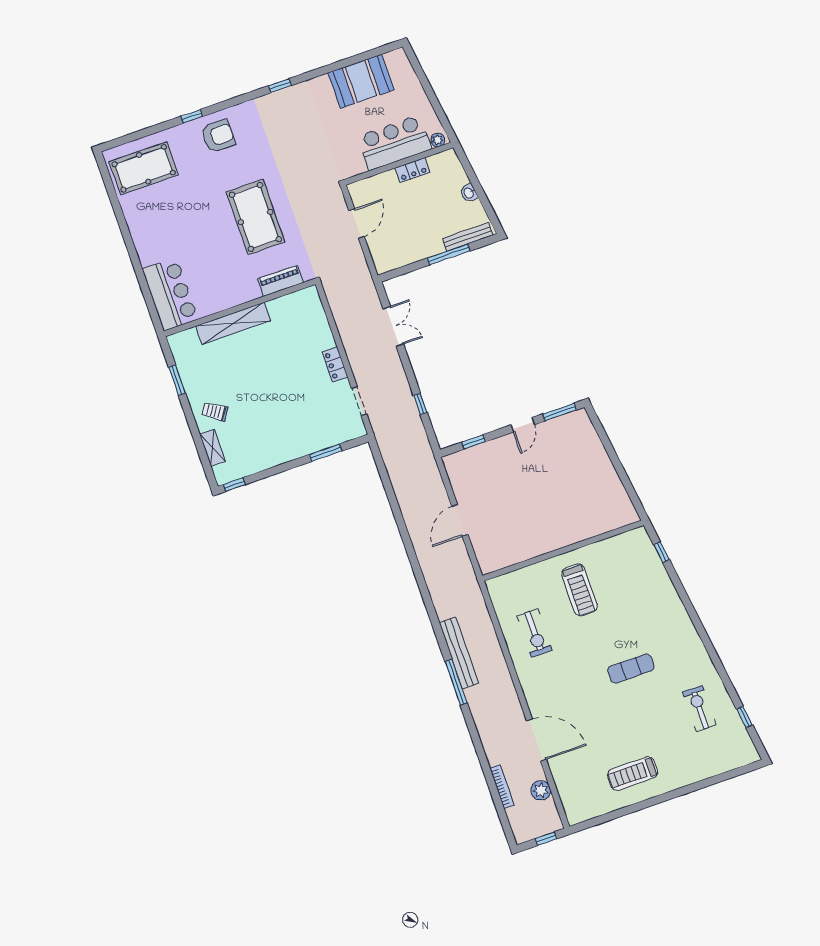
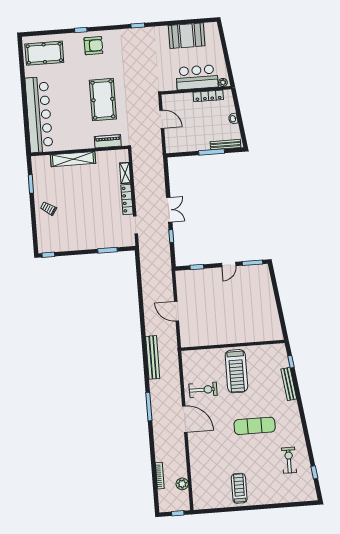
locker: (412, 170) -> (208, 96), width x1.53
door: (357, 223) -> (162, 119), hinge flipped
bar counter: (170, 294) -> (39, 115), width x1.86
double door: (393, 326) -> (169, 210), moved
locker: (335, 365) -> (127, 199), width x1.53
shelving: (212, 448) -> (125, 173), moved
door: (460, 520) -> (177, 311), hinge flipped
bench: (667, 588) -> (289, 384), added
treadmill: (579, 590) -> (236, 371), width x1.37, depth x1.38
exercise bike: (535, 633) -> (203, 390), turned -90
bench: (459, 653) -> (153, 357), moved
exercise mat: (631, 669) -> (255, 426), width x1.36, depth x1.45
door: (536, 740) -> (185, 419), moved
treadmill: (633, 774) -> (239, 488), turned 90

